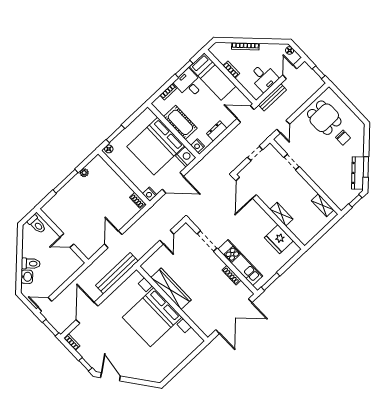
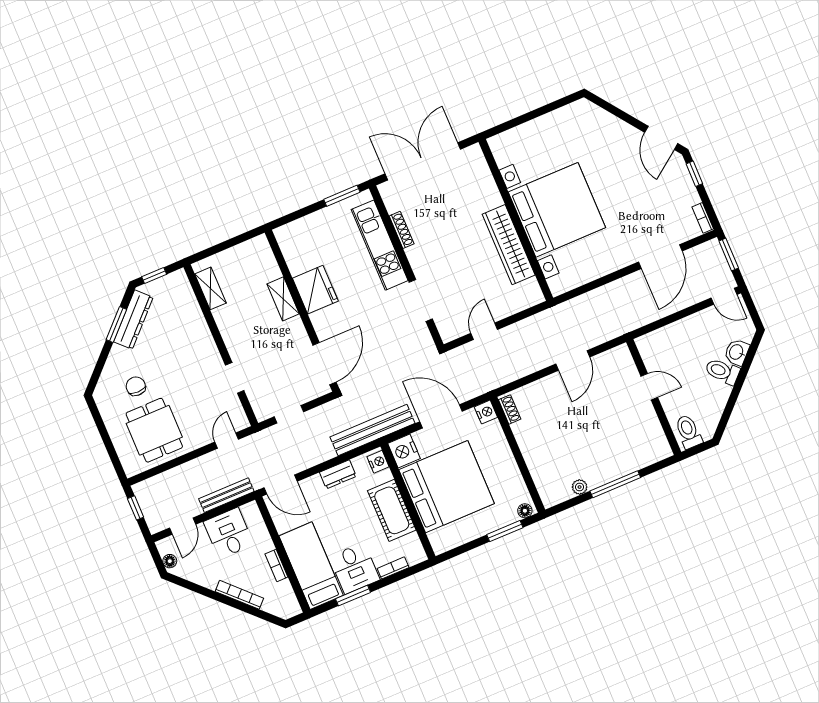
fridge: (279, 239) -> (315, 290), moved
bench: (117, 273) -> (372, 430), moved

